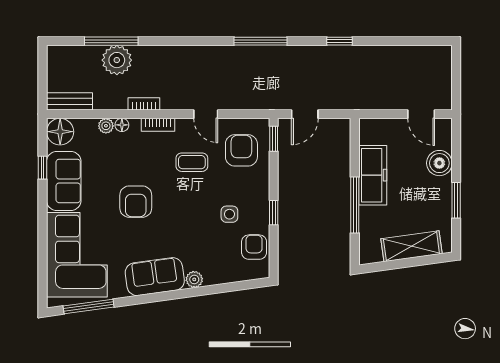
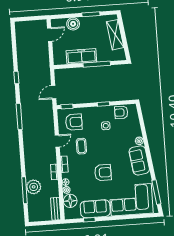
door: (305, 114) -> (54, 92), swing flipped
floor lamp: (60, 132) -> (70, 201), moved
armchair: (241, 150) -> (74, 122), turned 180

